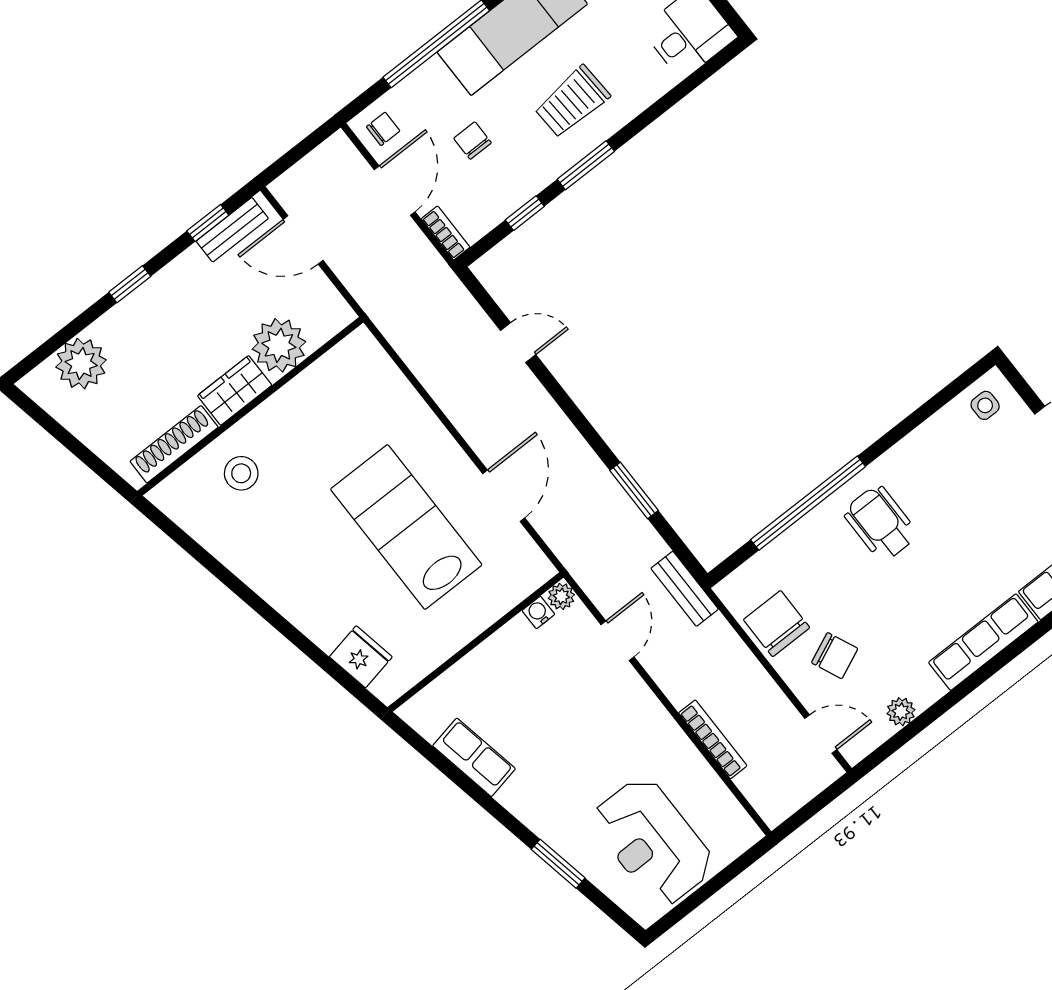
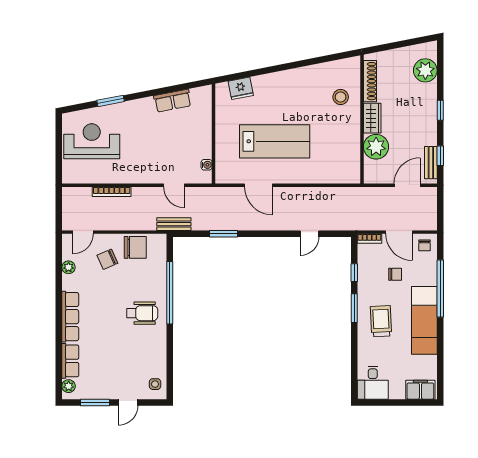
plant: (561, 596) -> (206, 178), removed

